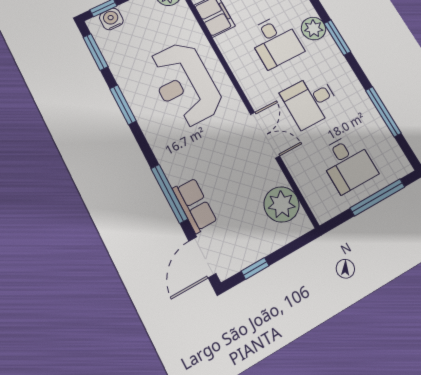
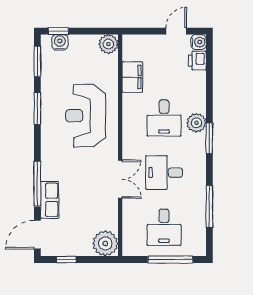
plant: (282, 204) -> (105, 243), moved

